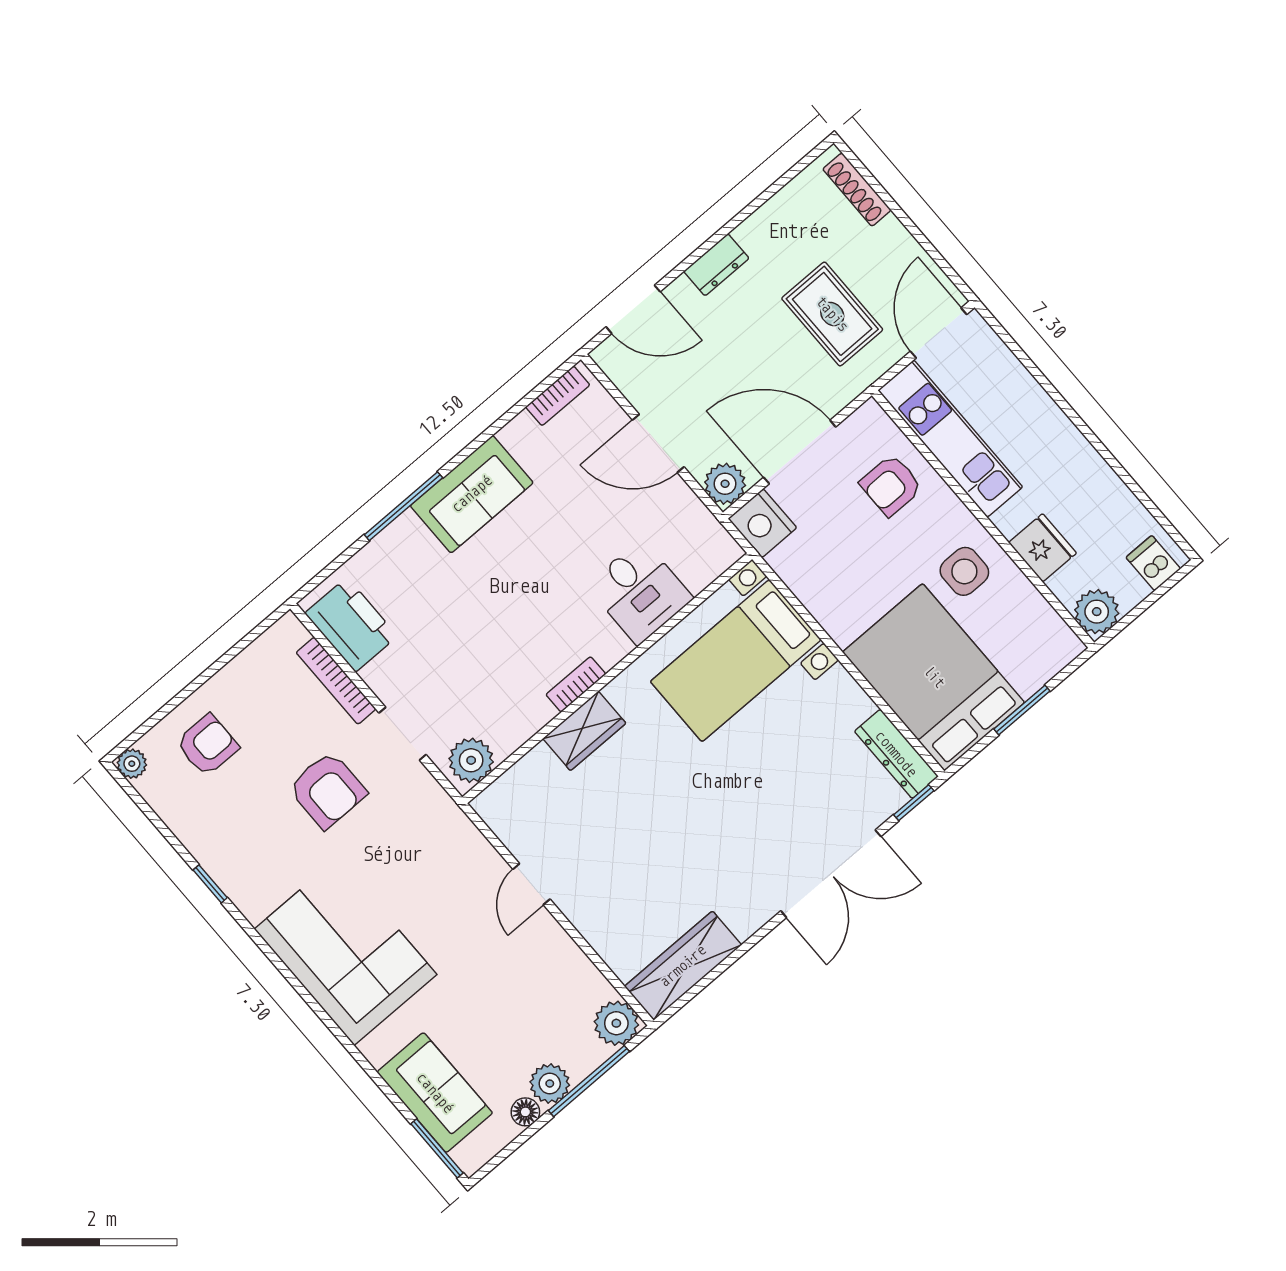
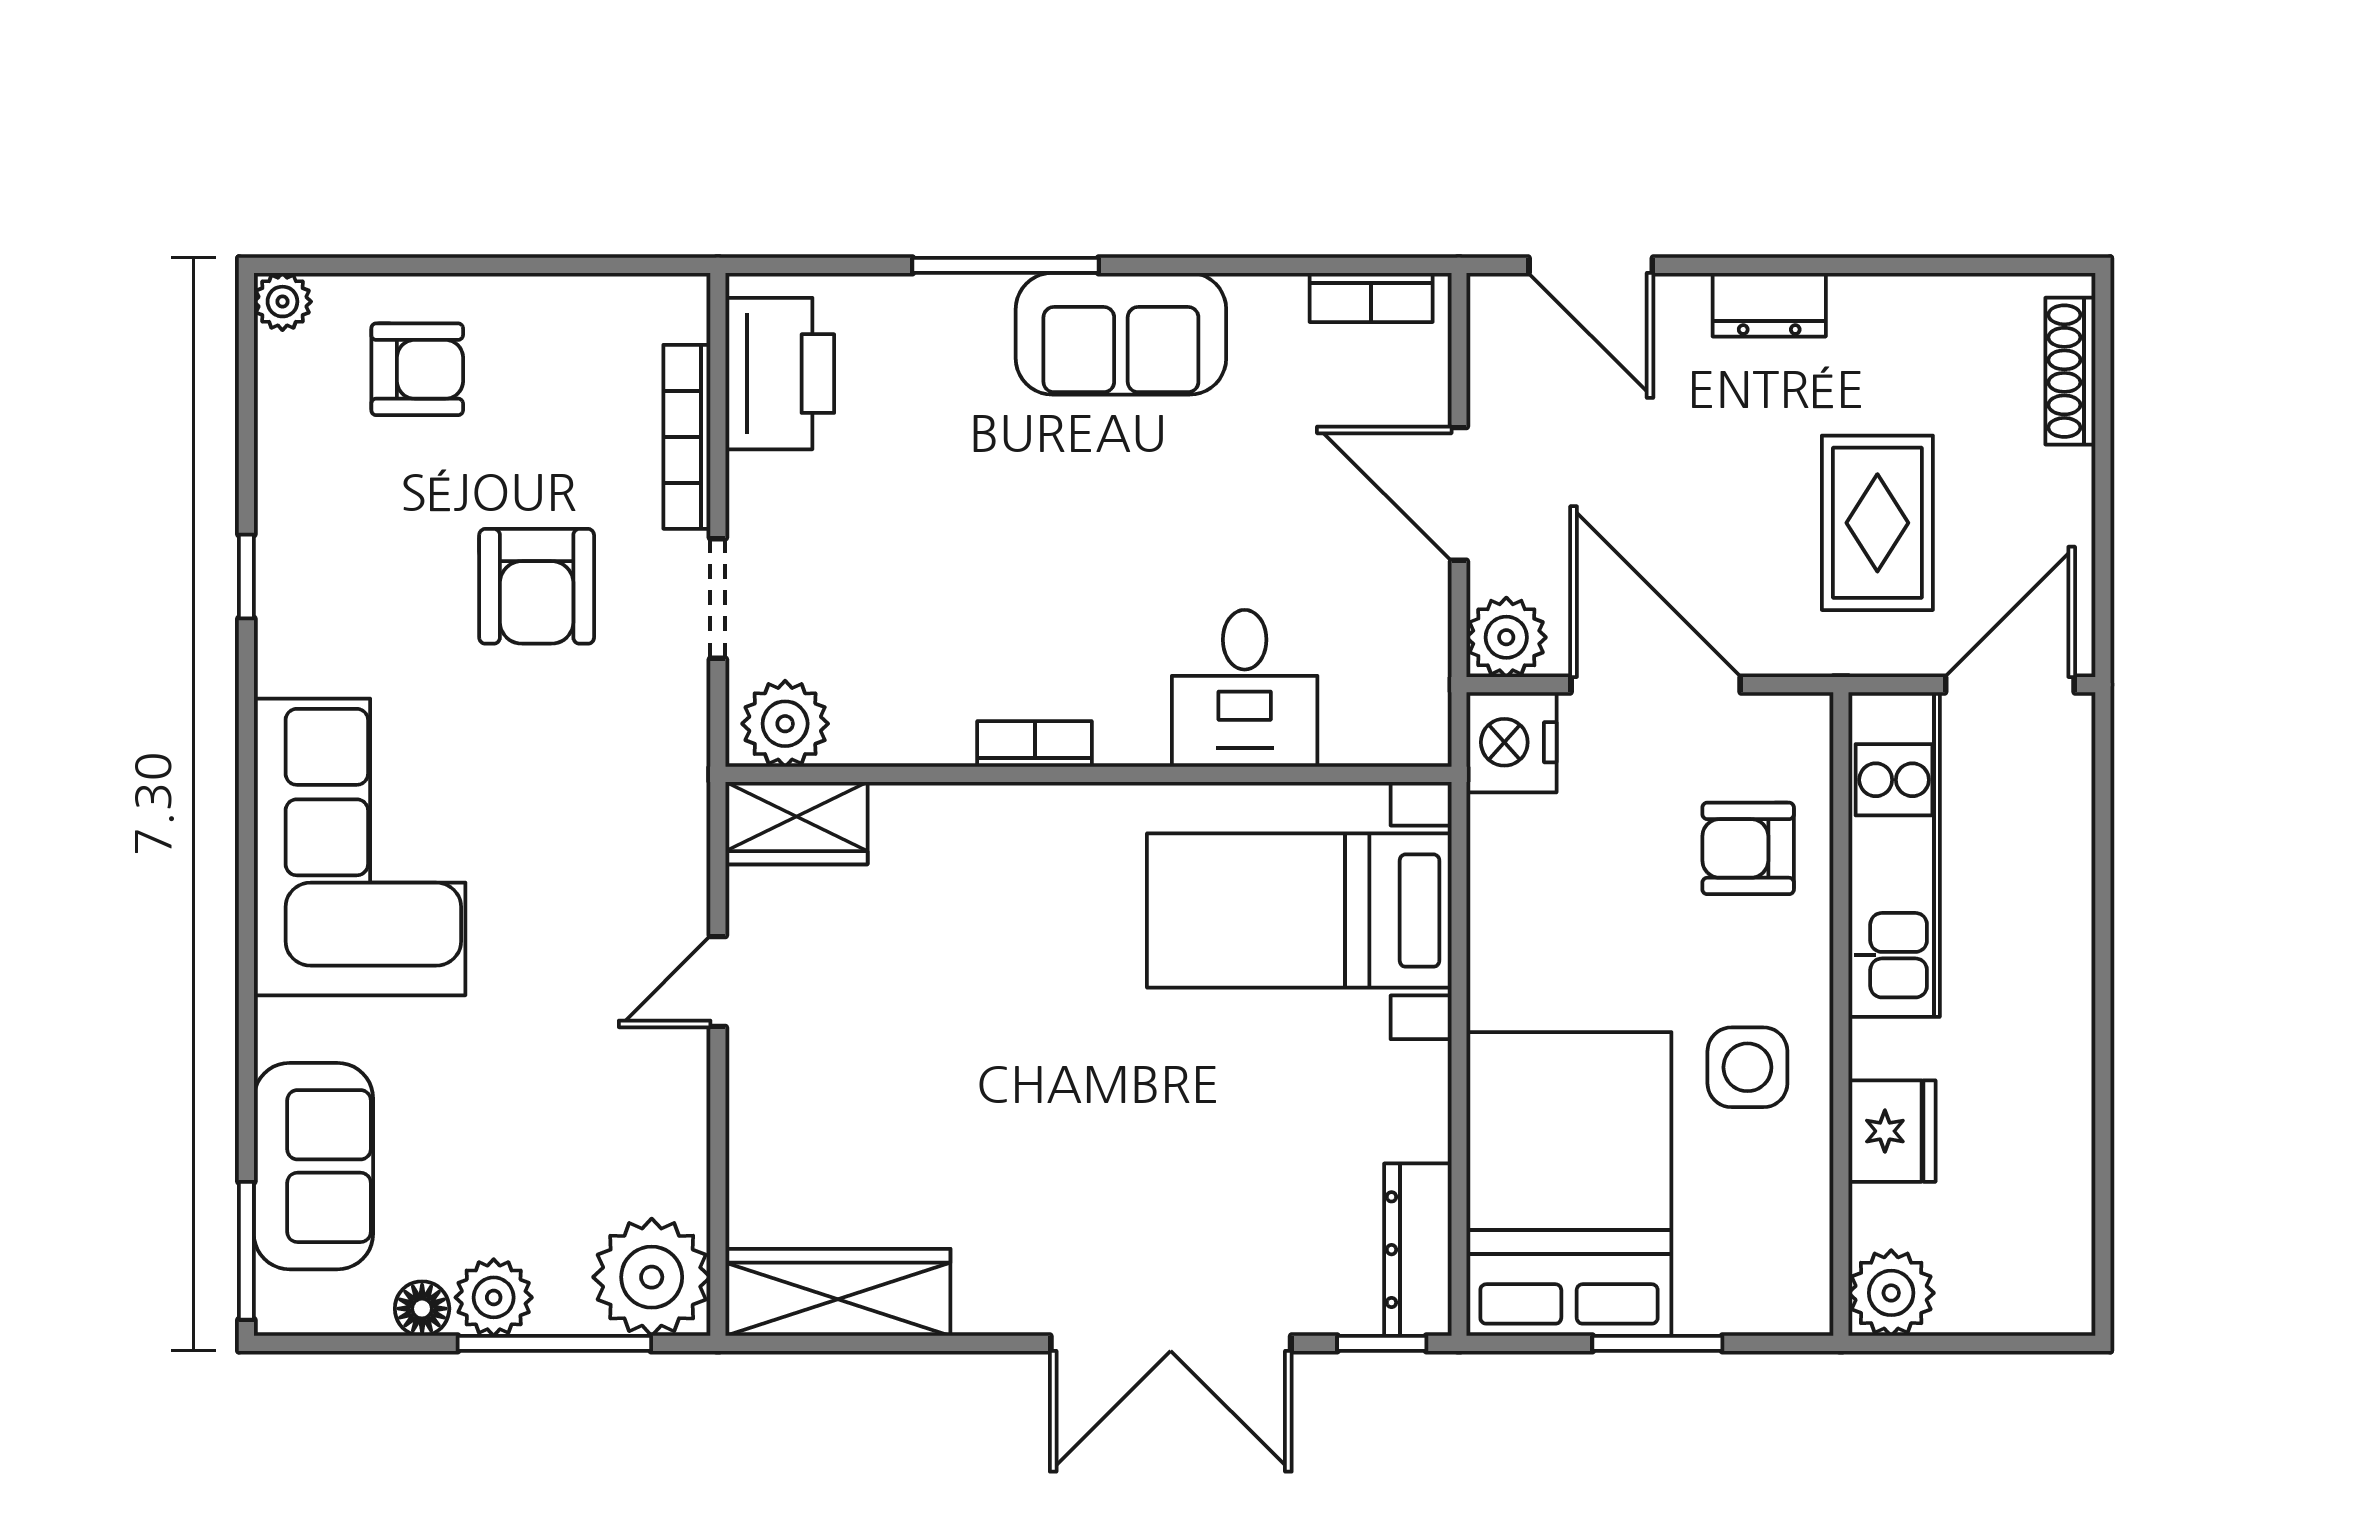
dishwasher: (1153, 563) -> (2035, 1293), removed
wardrobe: (584, 731) -> (796, 823), moved
plant: (616, 1023) -> (652, 1277), width x1.36, depth x1.36

